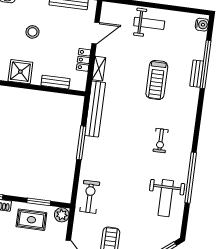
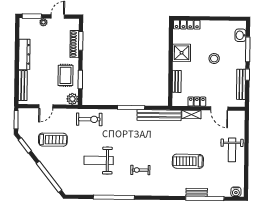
weight bench: (166, 198) -> (99, 160), moved

